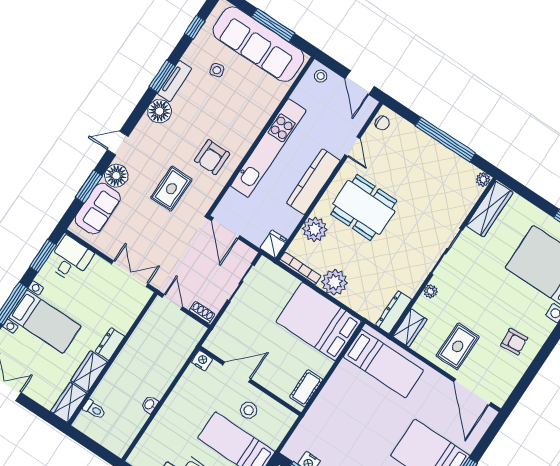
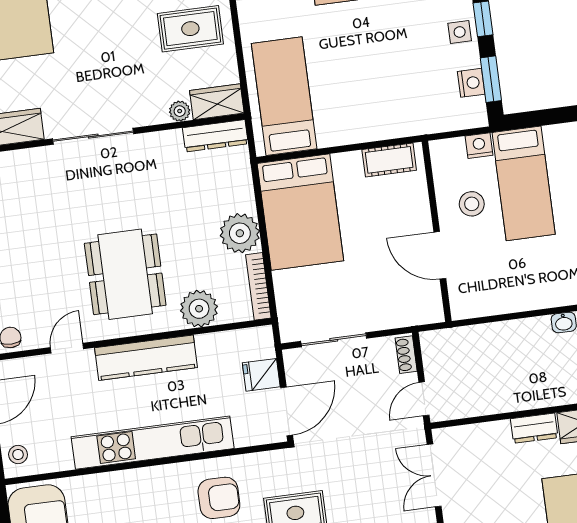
fridge: (274, 244) -> (261, 375), moved
plant: (431, 291) -> (180, 111), moved
nightstand: (202, 361) -> (479, 146), moved, turned 90

